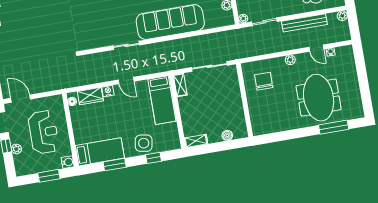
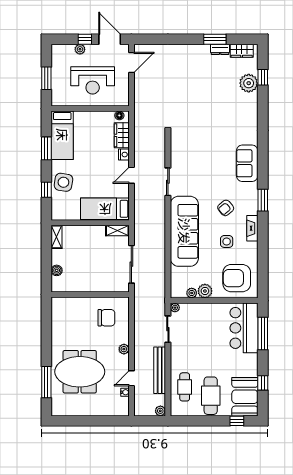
water cooler: (68, 162) -> (57, 100), removed

